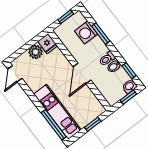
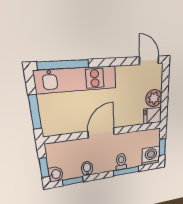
washing machine: (86, 32) -> (151, 156), moved
toilet: (107, 59) -> (121, 162), moved
door: (82, 74) -> (101, 133), hinge flipped
window: (93, 124) -> (35, 112), width x1.50

